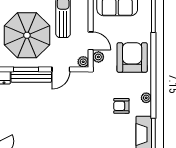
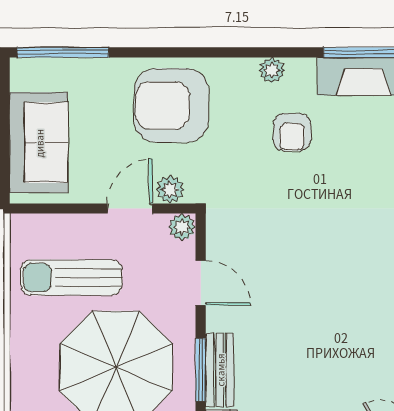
bench: (31, 77) -> (220, 370), width x0.73

